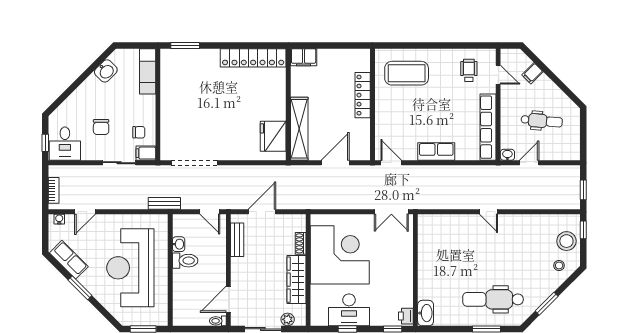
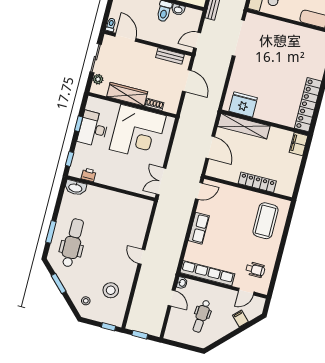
door: (489, 212) -> (142, 257), hinge flipped
stool: (566, 241) -> (111, 290), moved
printer: (406, 316) -> (89, 175), moved

